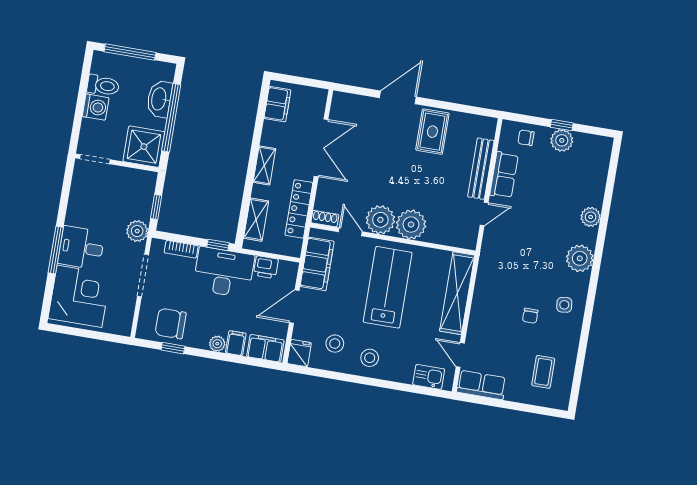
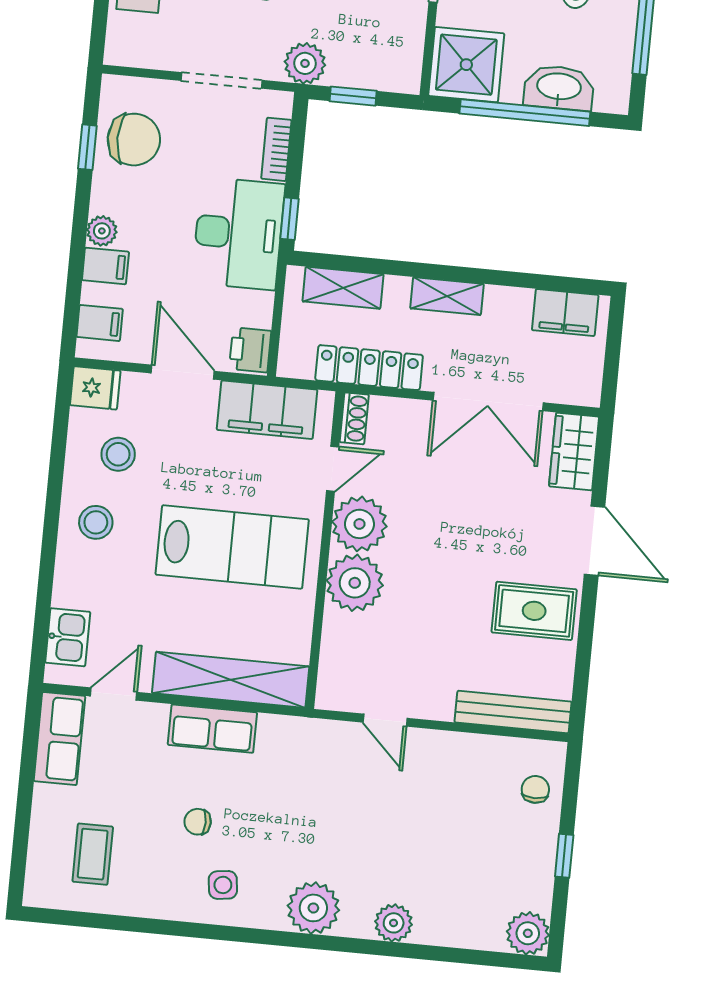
wardrobe: (351, 105) -> (574, 452), added
plant: (562, 140) -> (528, 933), moved
bench: (481, 169) -> (513, 712), moved
row of seats: (504, 175) -> (212, 729), moved
printer: (266, 267) -> (250, 350), moved
chair: (171, 324) -> (134, 140), turned 90
filing cabinet: (265, 348) -> (100, 323), width x0.50
coffee table: (543, 372) -> (93, 854), turned 90

